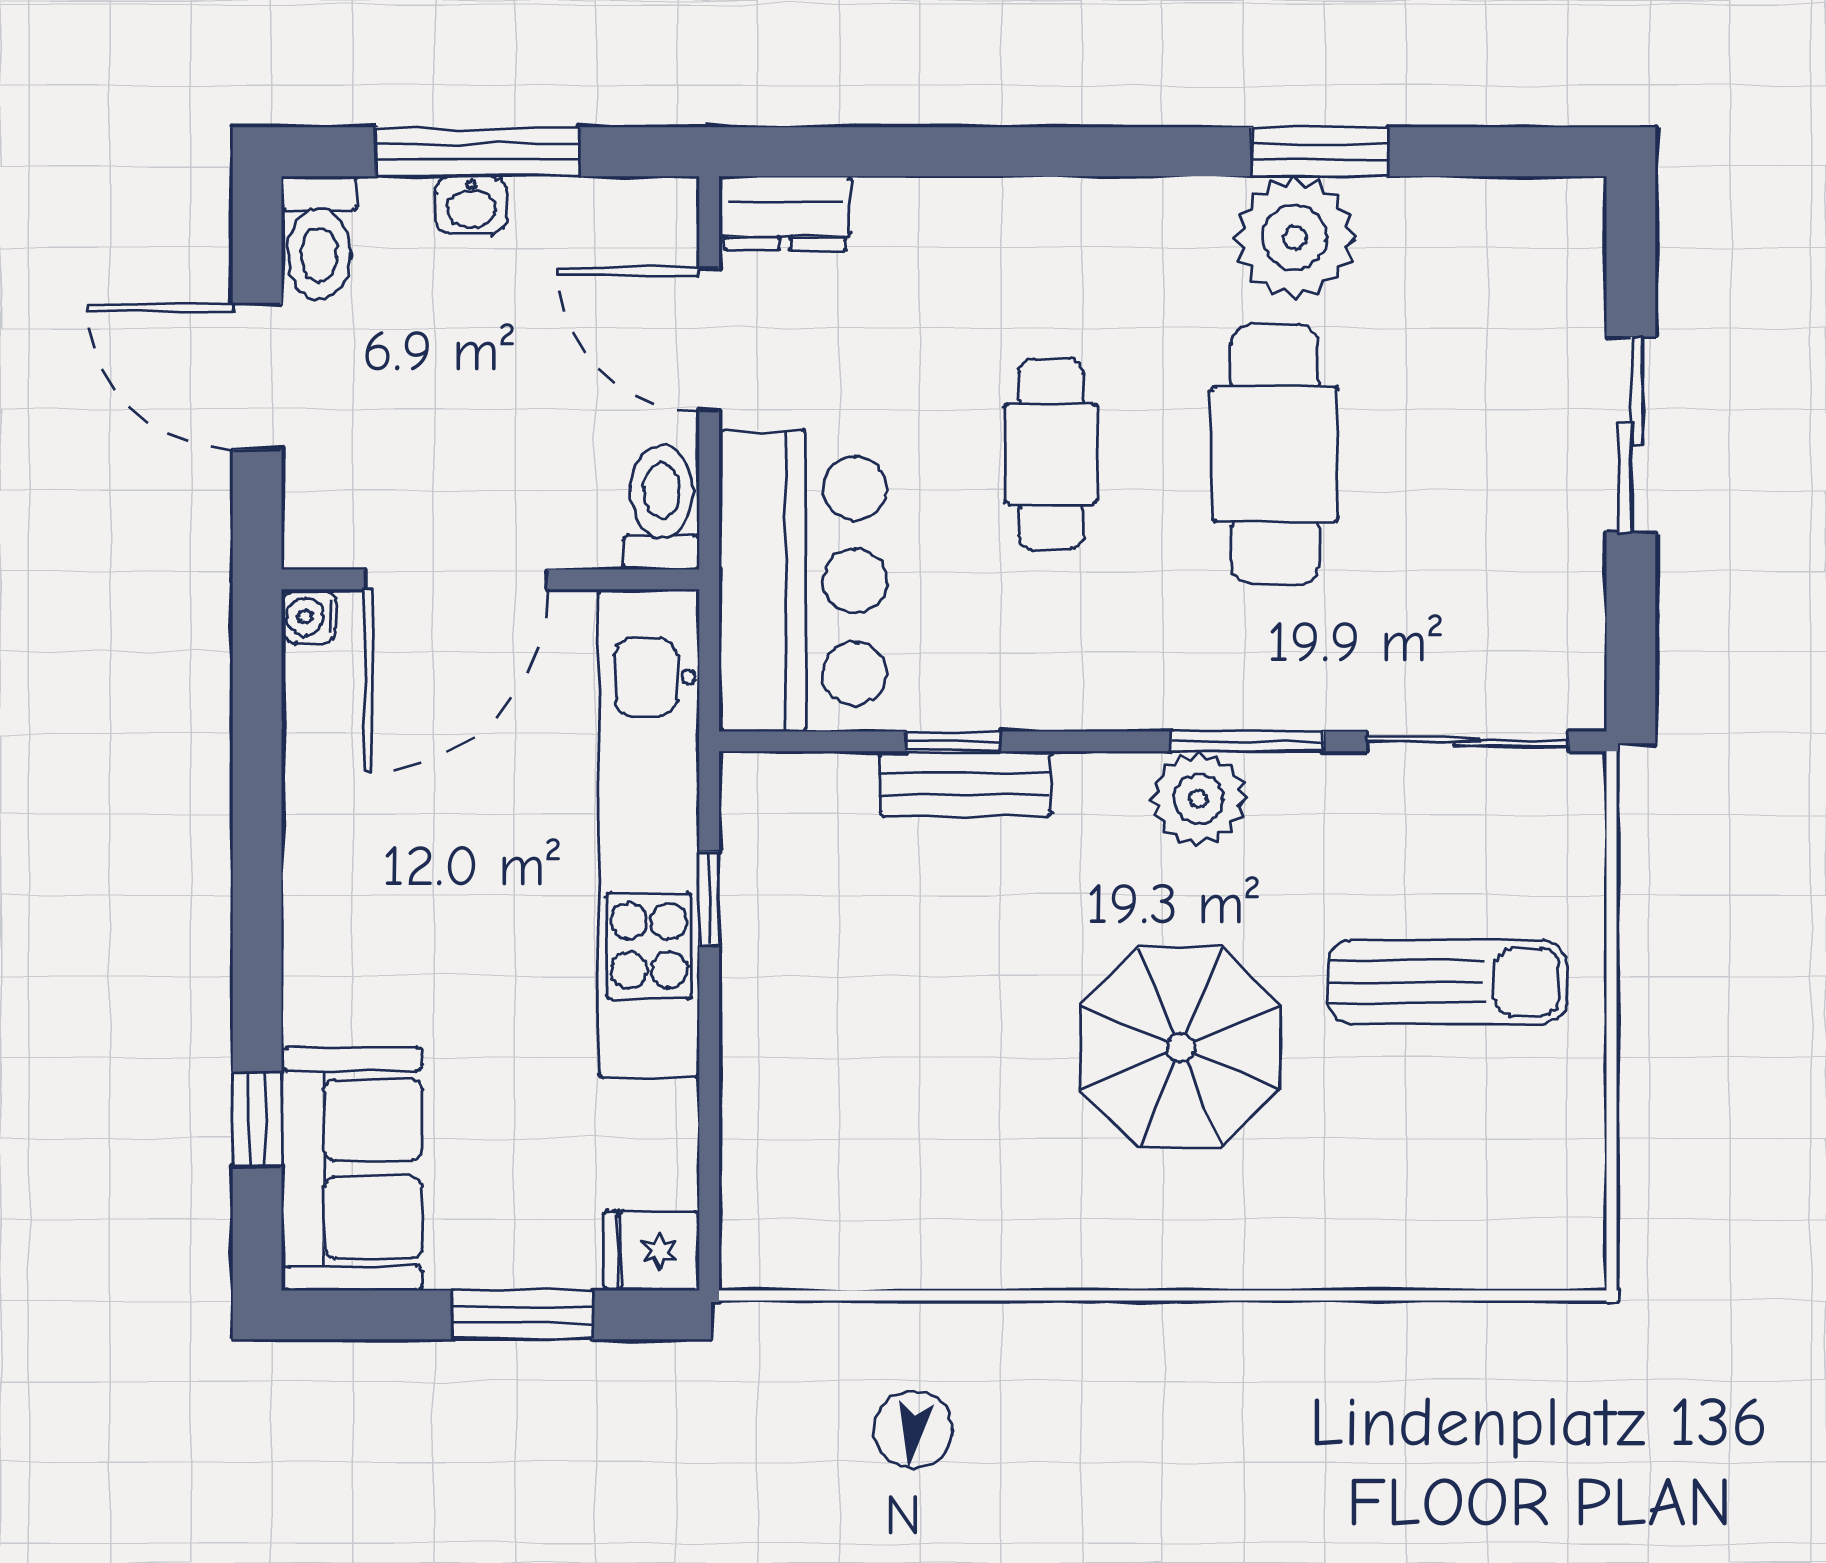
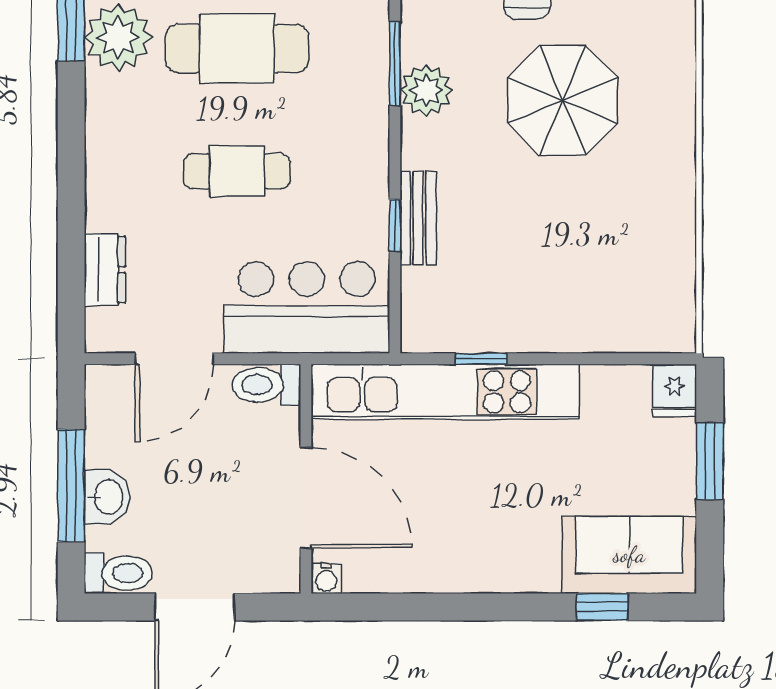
washbasin: (471, 205) -> (107, 497), width x1.38, depth x1.45
dresser: (785, 213) -> (105, 270), moved

